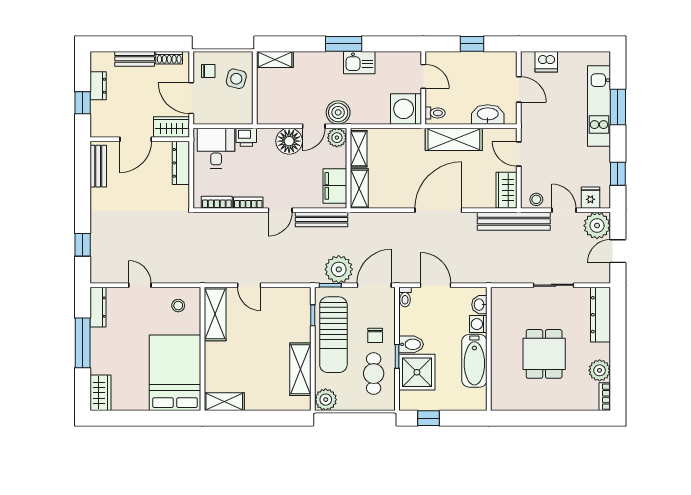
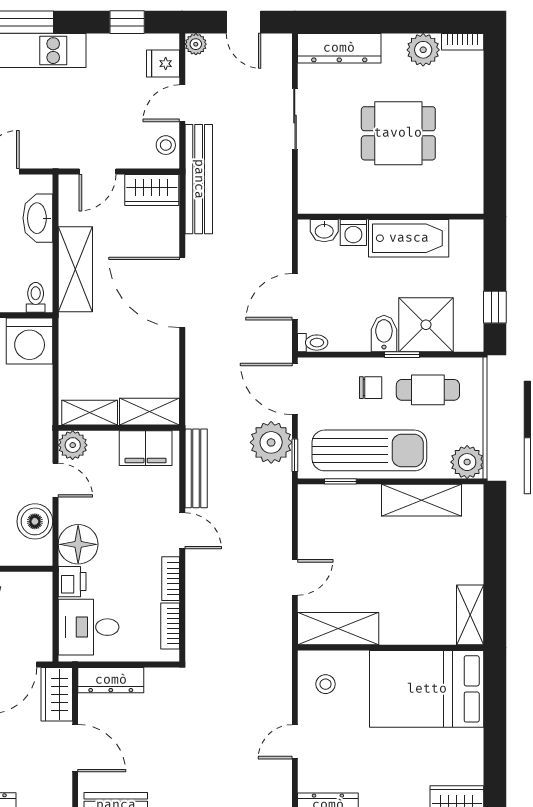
boiler: (338, 112) -> (35, 521), moved
floor lamp: (289, 141) -> (78, 544), moved
plant: (597, 226) -> (196, 44), width x0.53, depth x0.53

